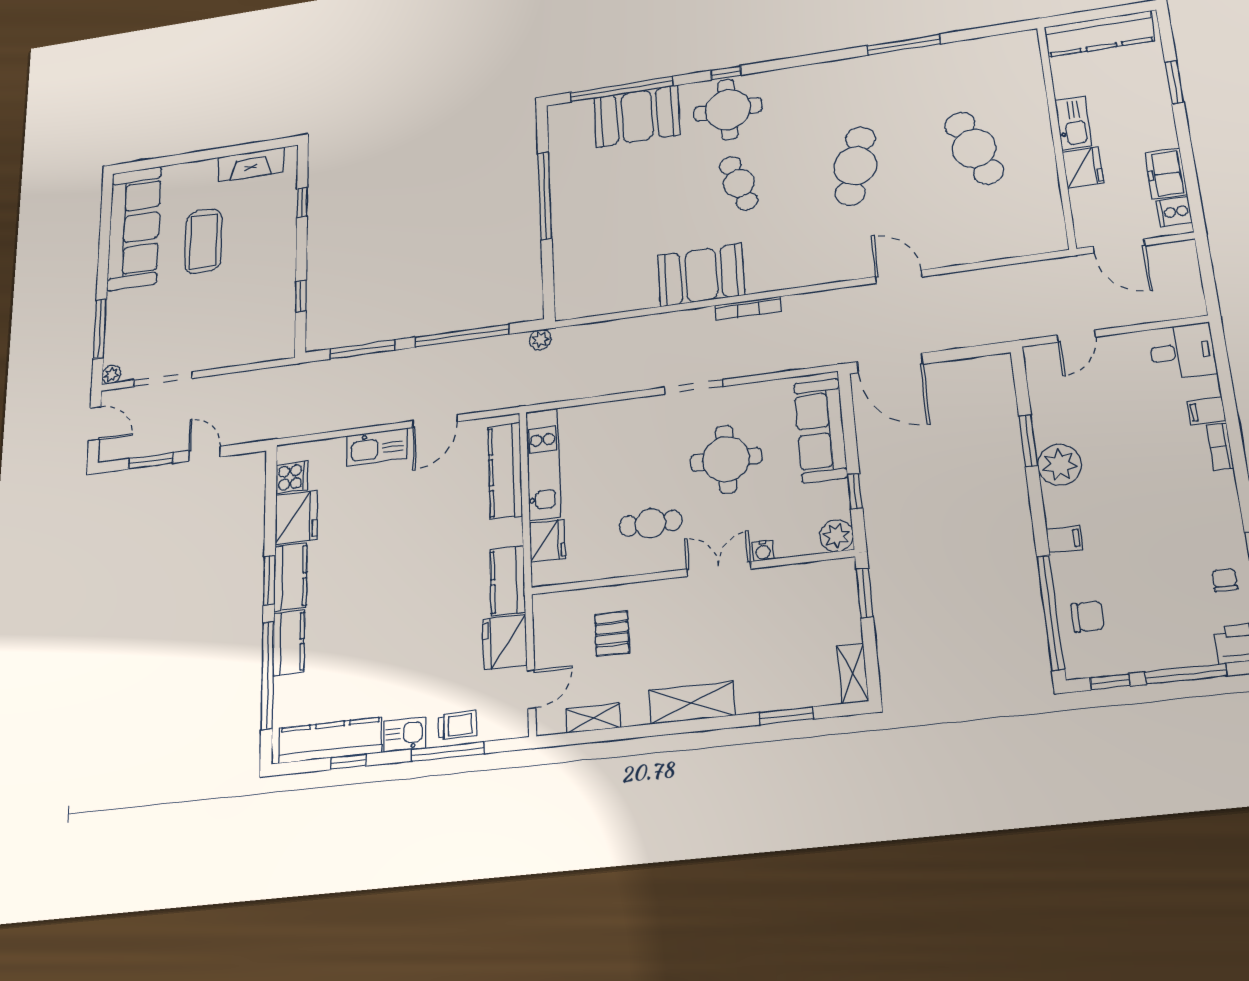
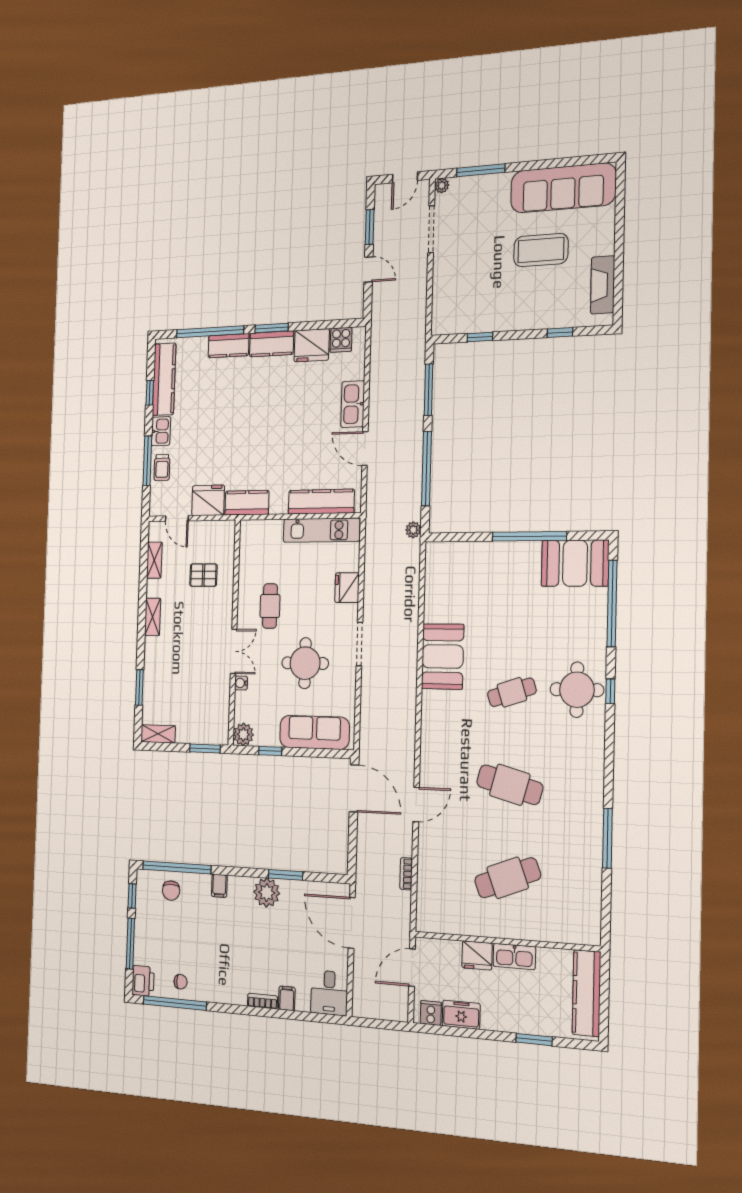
booth: (637, 116) -> (575, 563), moved, turned 90
bookcase: (748, 308) -> (406, 874), moved, width x0.64
door: (1076, 336) -> (352, 923), width x1.88
door: (890, 363) -> (354, 788), swing flipped
door: (204, 454) -> (369, 269), hinge flipped
fridge: (547, 541) -> (347, 588), moved, turned 90
shelving: (692, 703) -> (153, 617), width x0.67, depth x0.75

